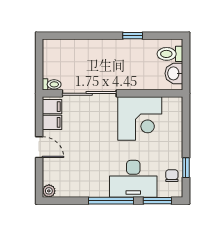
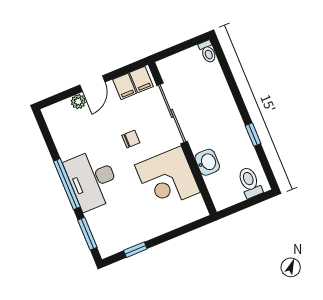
washbasin: (174, 73) -> (207, 162), moved, turned 90
toilet: (52, 84) -> (208, 52), moved
chair: (172, 176) -> (131, 139), moved
desk: (133, 179) -> (92, 180), moved
plant: (49, 191) -> (78, 102), moved

